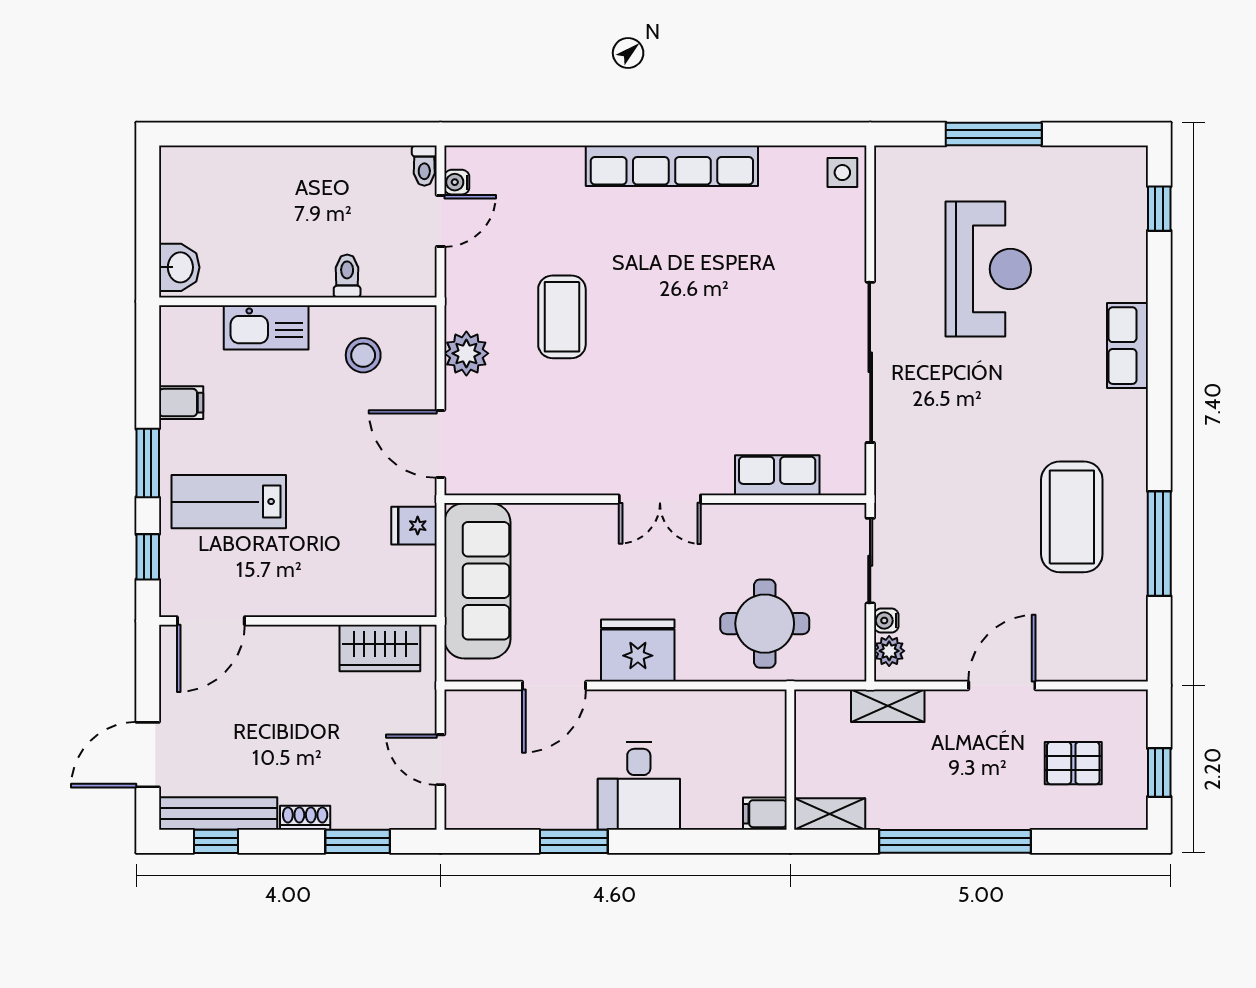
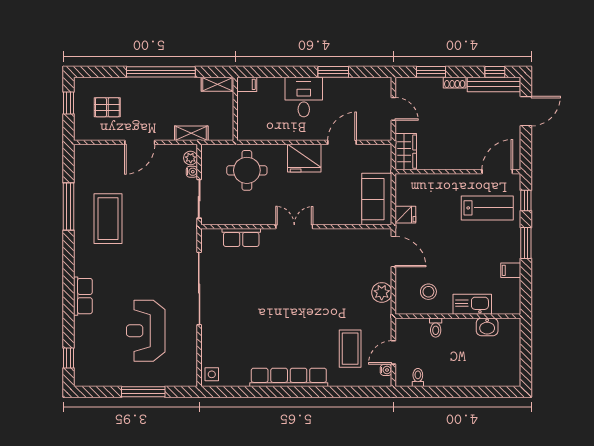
toilet: (424, 166) -> (418, 377), moved
washbasin: (179, 267) -> (487, 327), moved, turned -90
coffee table: (562, 317) -> (350, 349), moved
lab bench: (229, 502) -> (487, 208), moved
sofa: (477, 581) -> (377, 199), width x0.73
wardrobe: (380, 648) -> (406, 152), moved, turned 90

